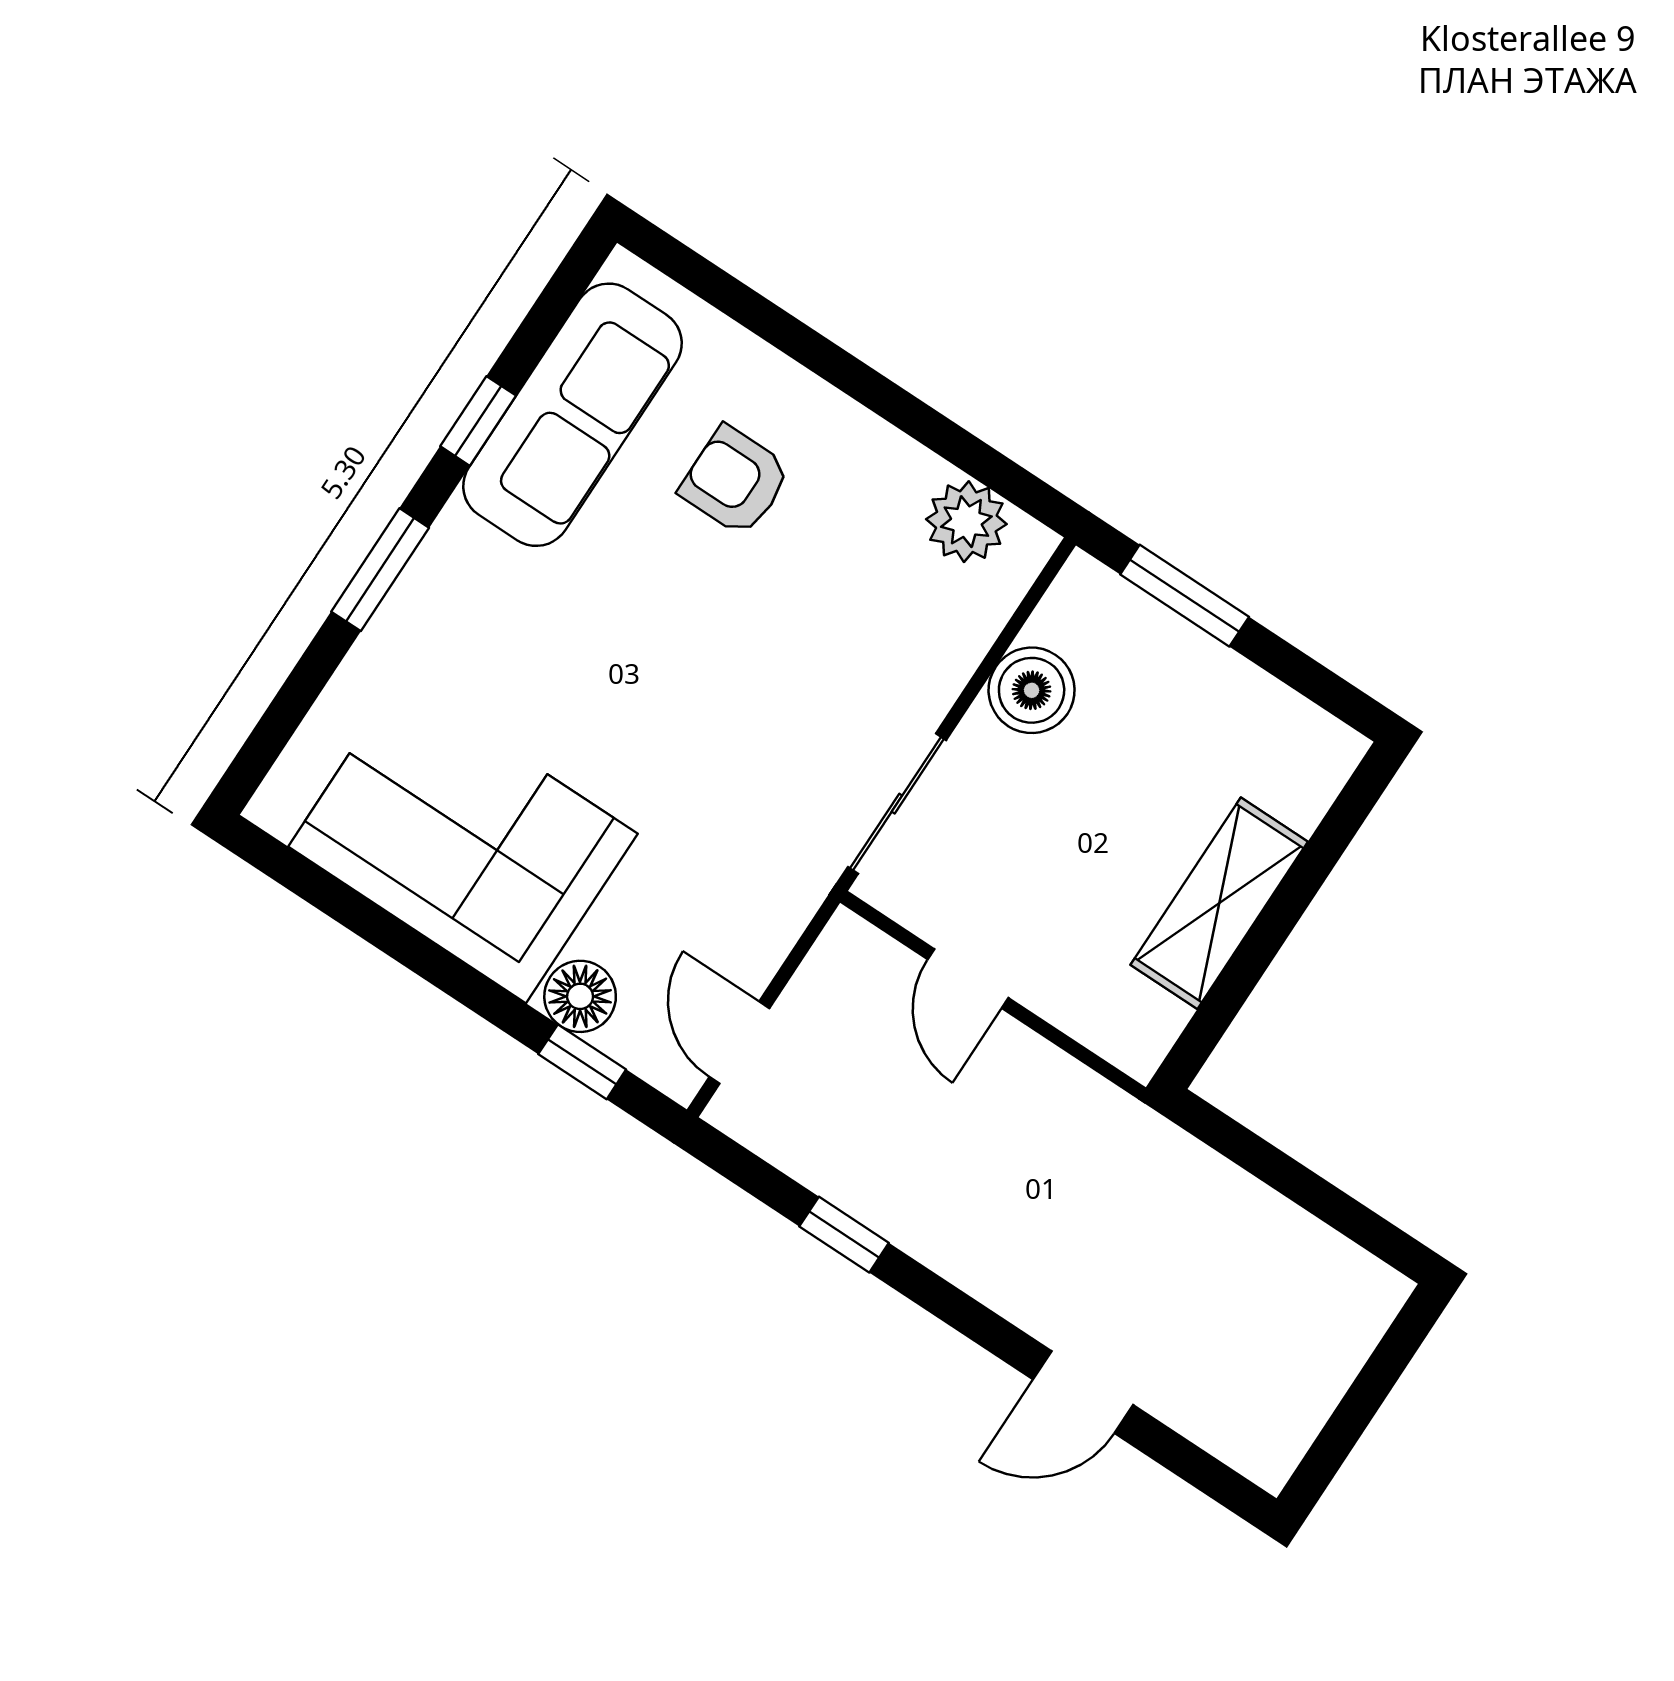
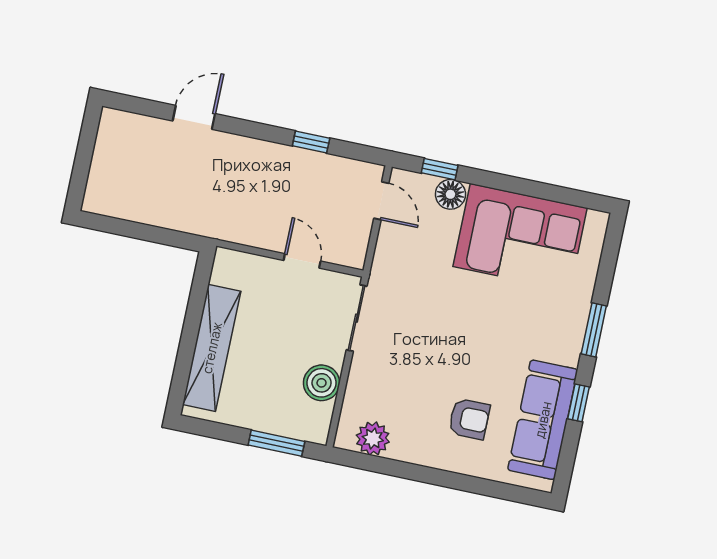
shelving: (1219, 903) -> (212, 348), width x1.47

